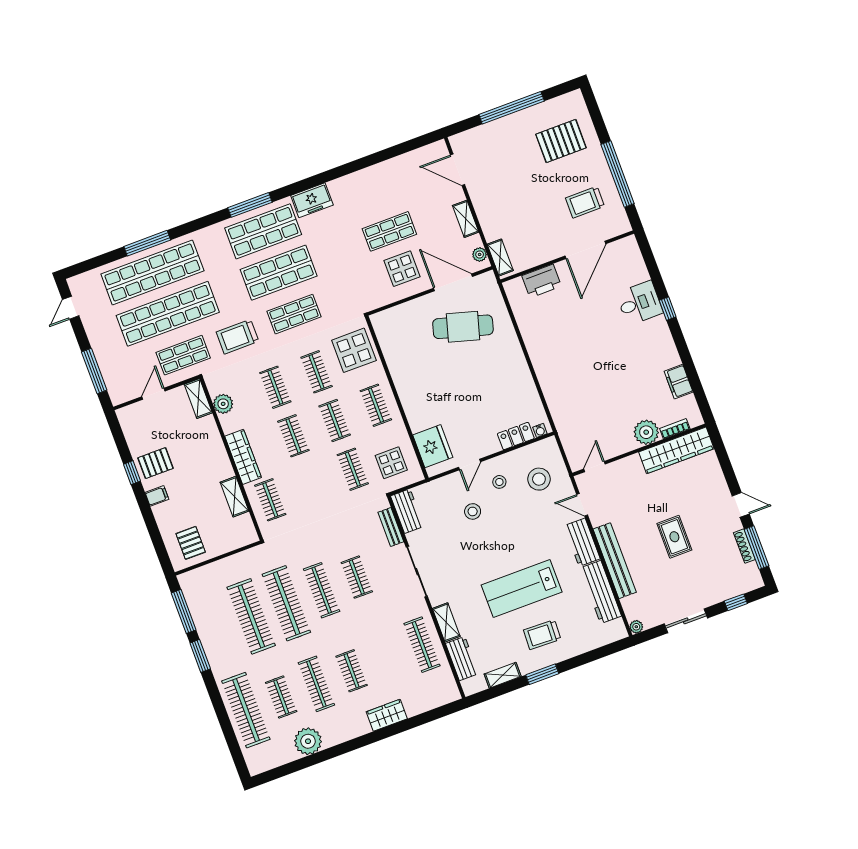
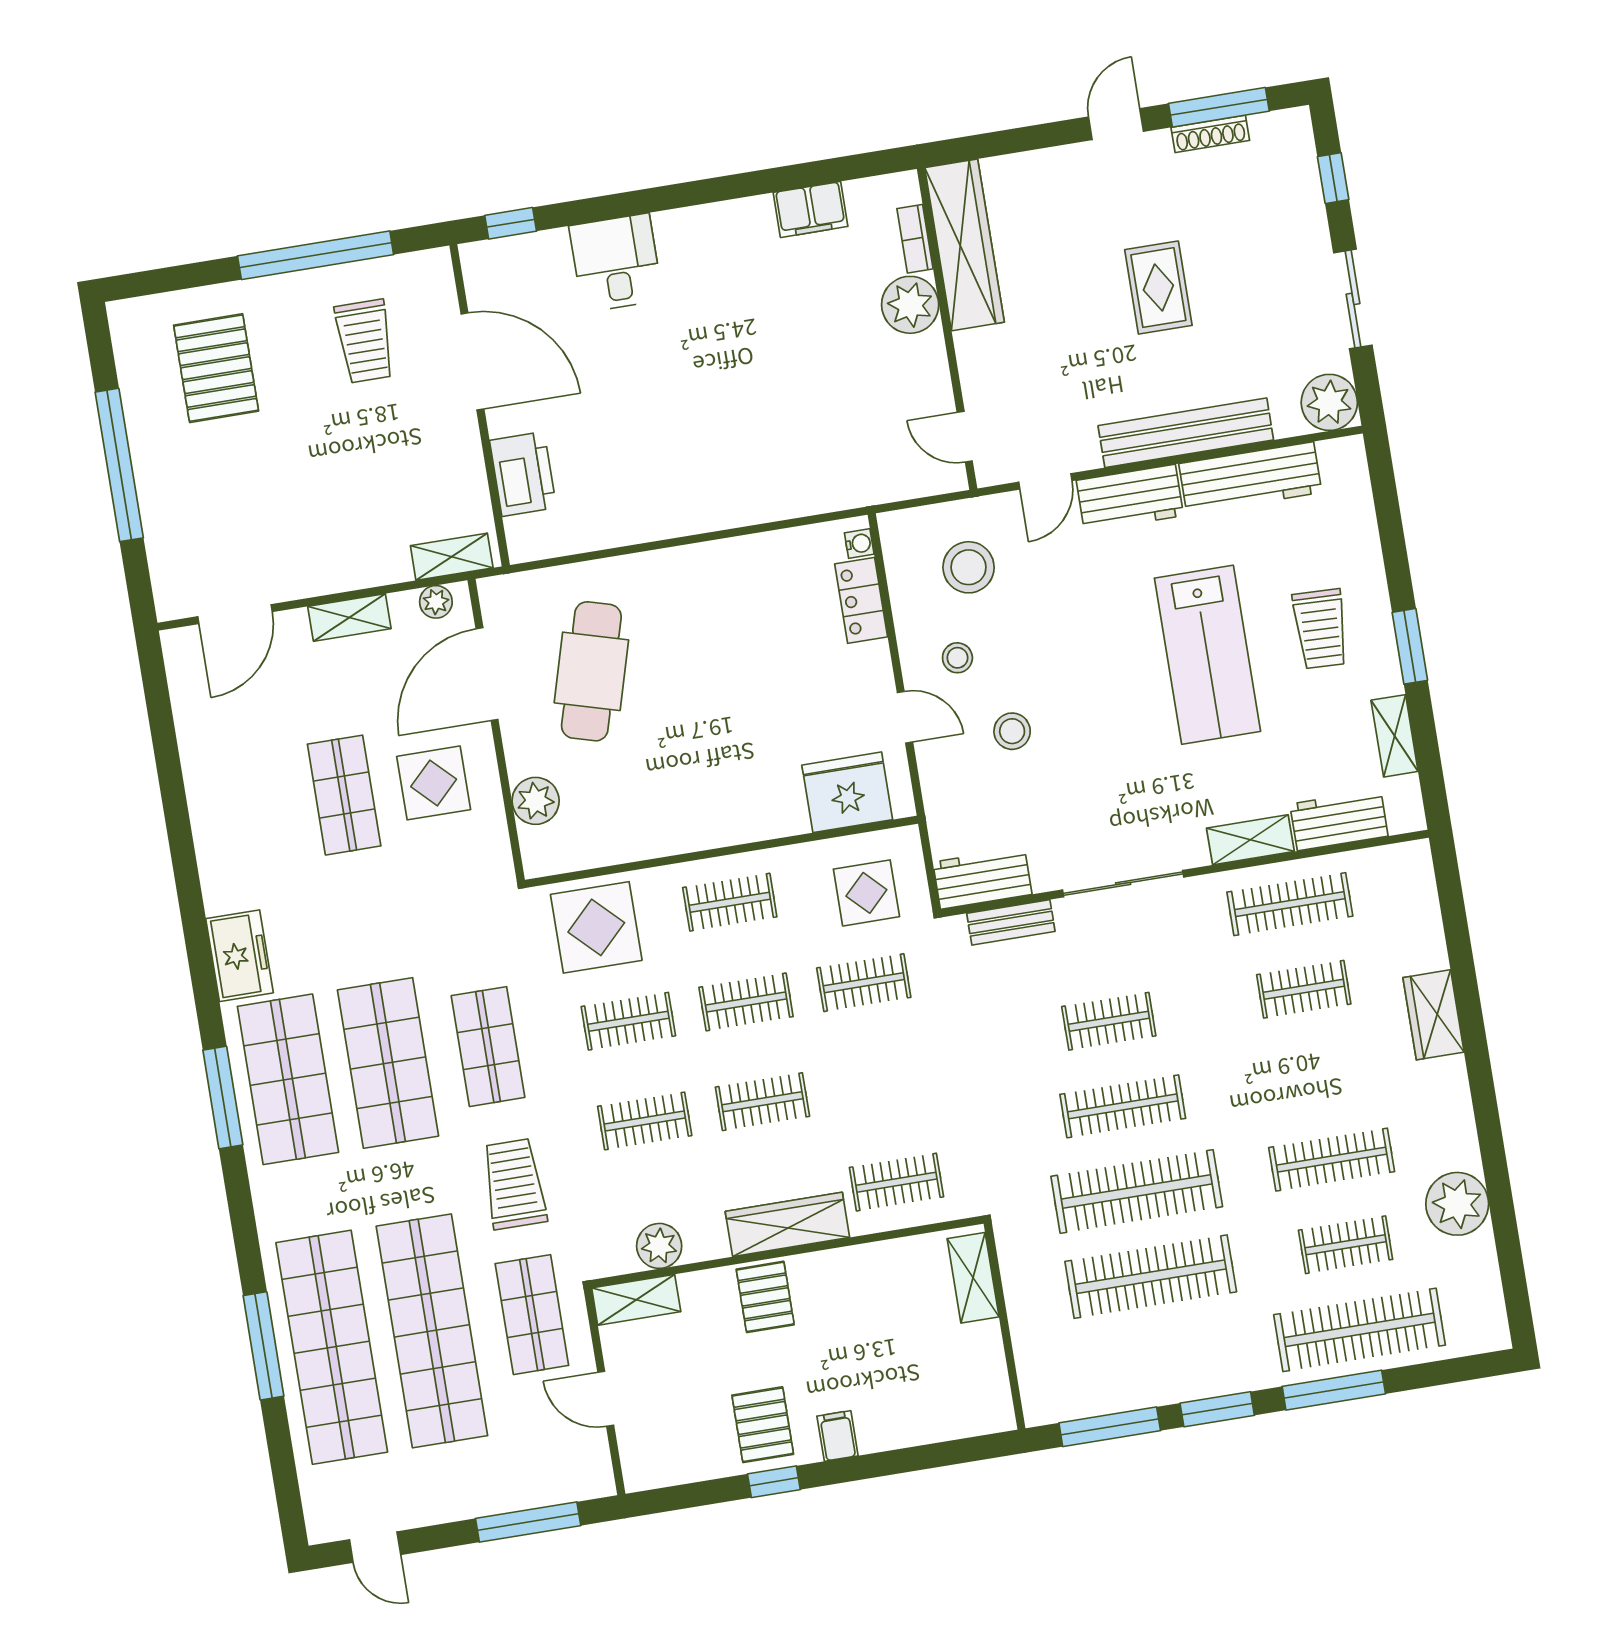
window: (668, 309) -> (511, 223), moved
plant: (403, 314) -> (536, 801), added
trolley: (237, 337) -> (514, 1184), turned 180
shelving: (235, 497) -> (973, 1278), moved, turned 90
rug: (674, 537) -> (1158, 288), turned 90
pallet: (191, 543) -> (765, 1297), moved, turned 90
plant: (636, 627) -> (1329, 402), width x1.88, depth x1.88
clothes rail: (352, 671) -> (1304, 989), moved
window: (218, 704) -> (1334, 1390), added

